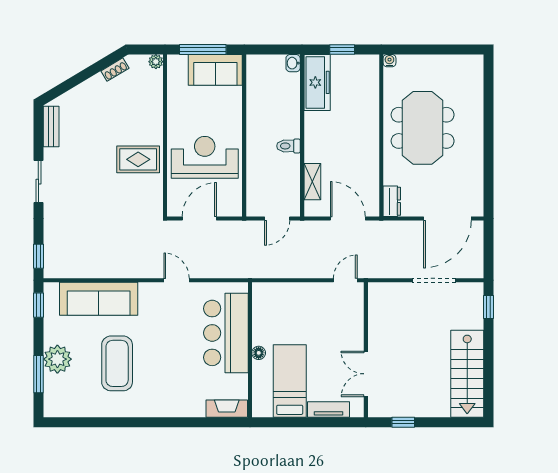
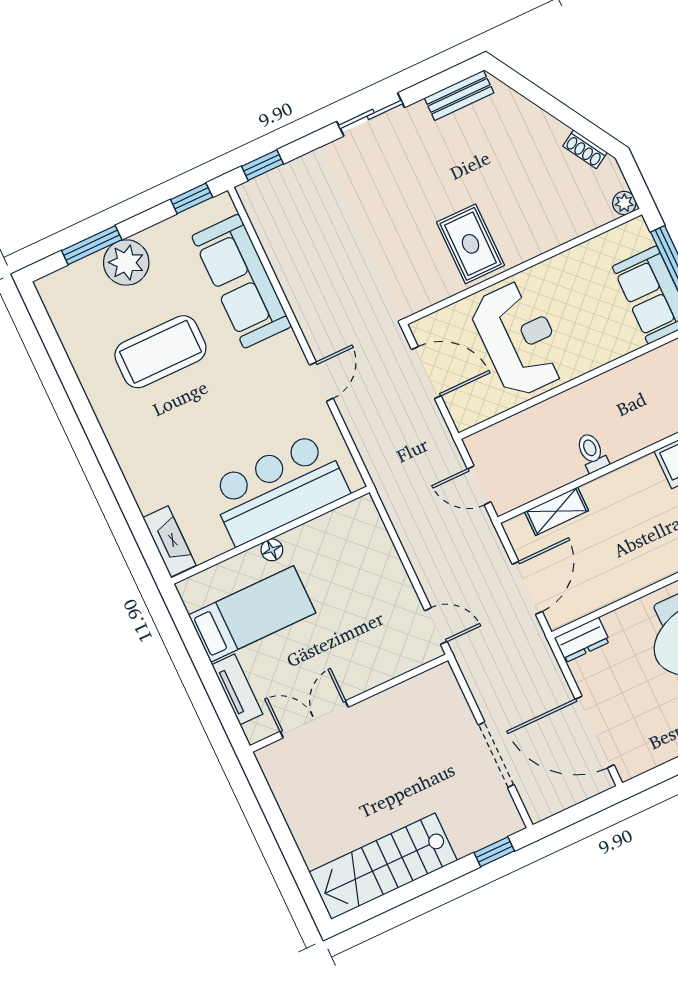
window: (403, 422) -> (270, 807), removed

